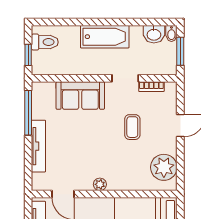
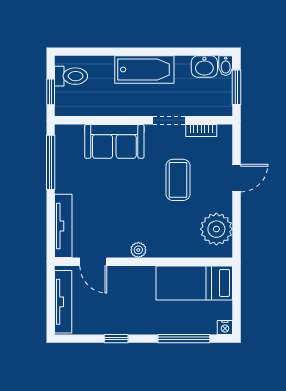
coffee table: (132, 127) -> (178, 180), width x1.36, depth x1.30
tv unit: (38, 146) -> (63, 226), moved

